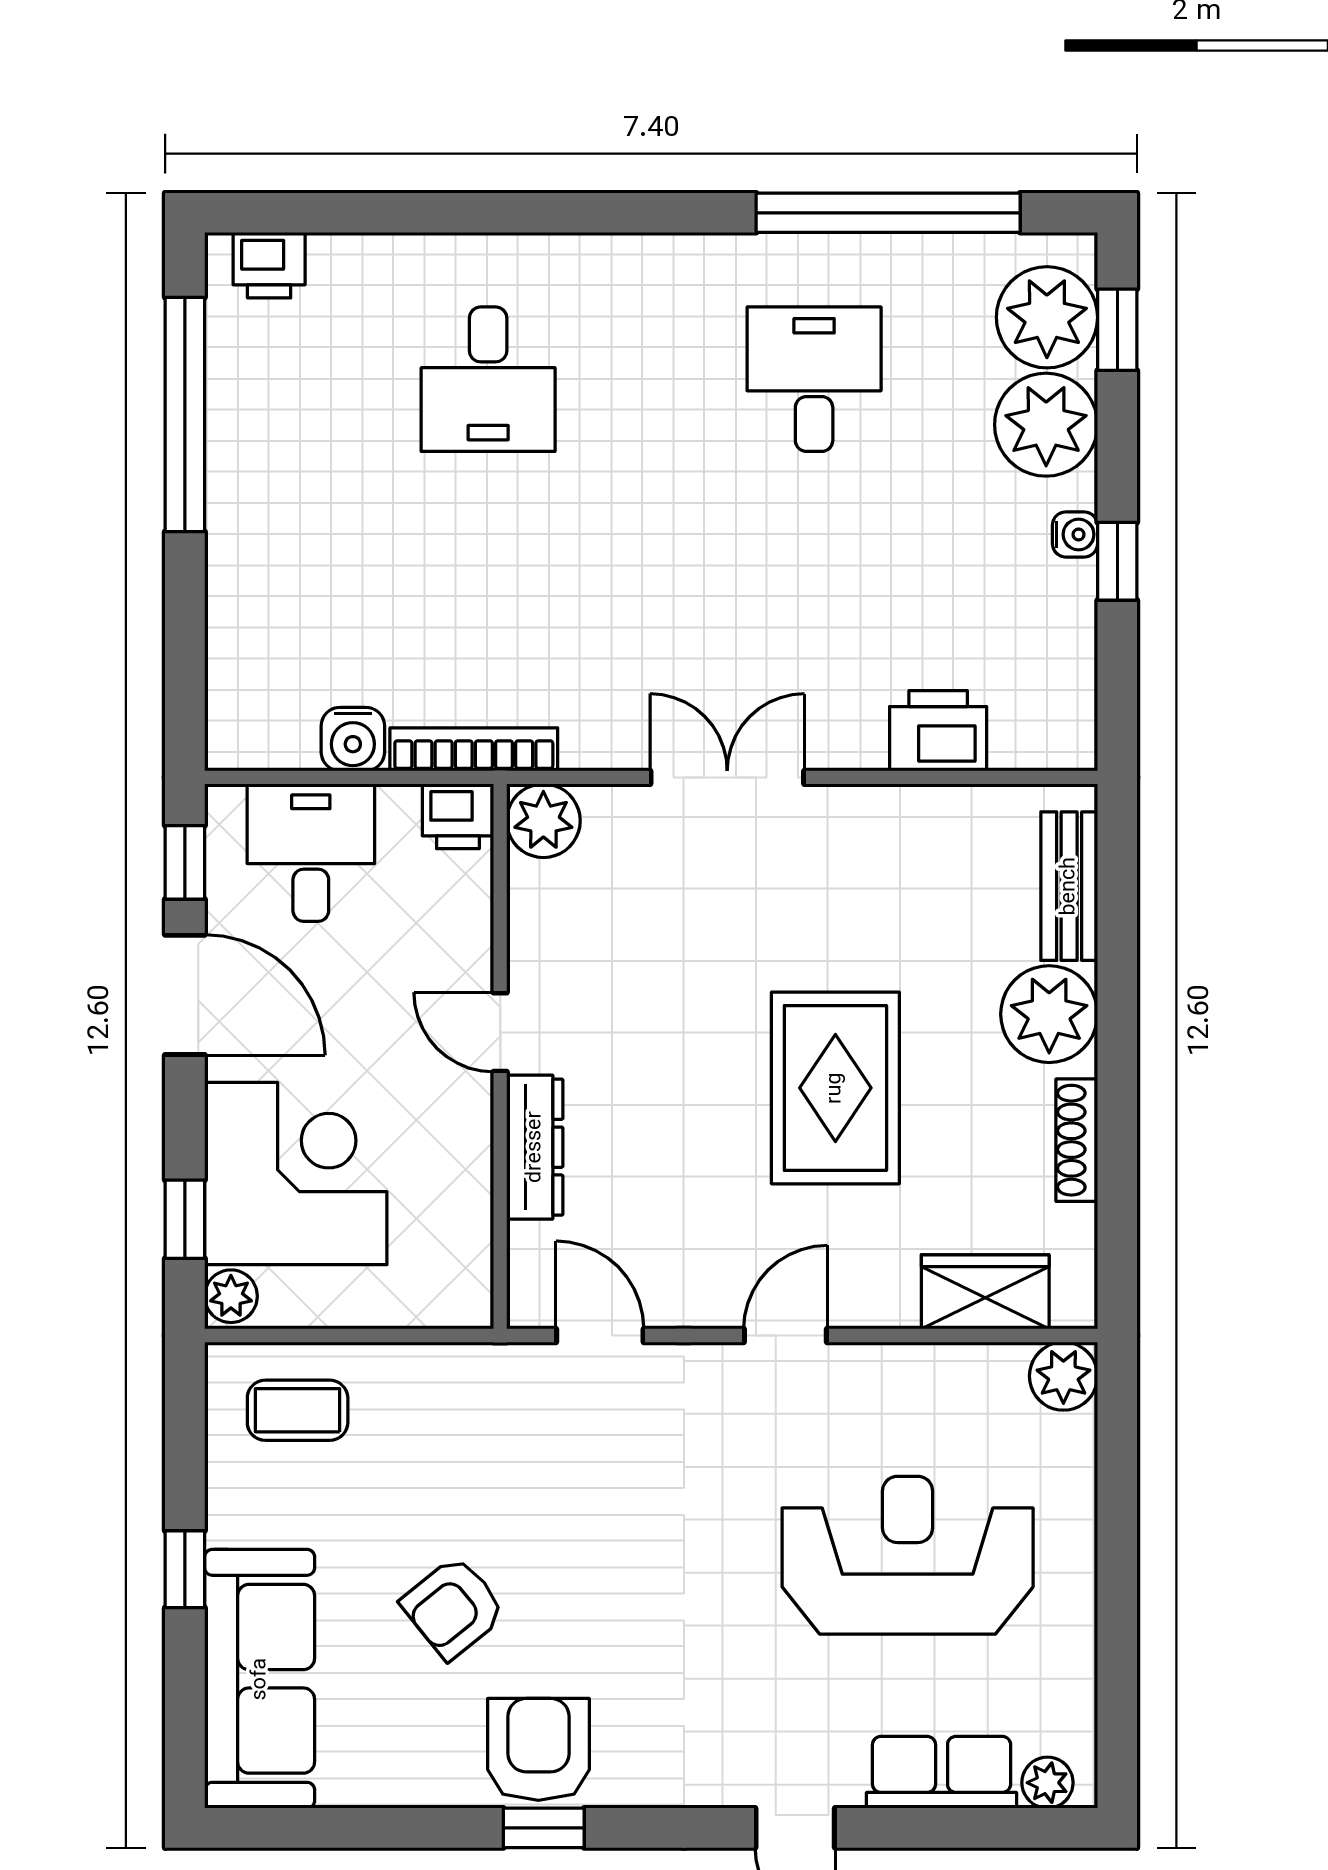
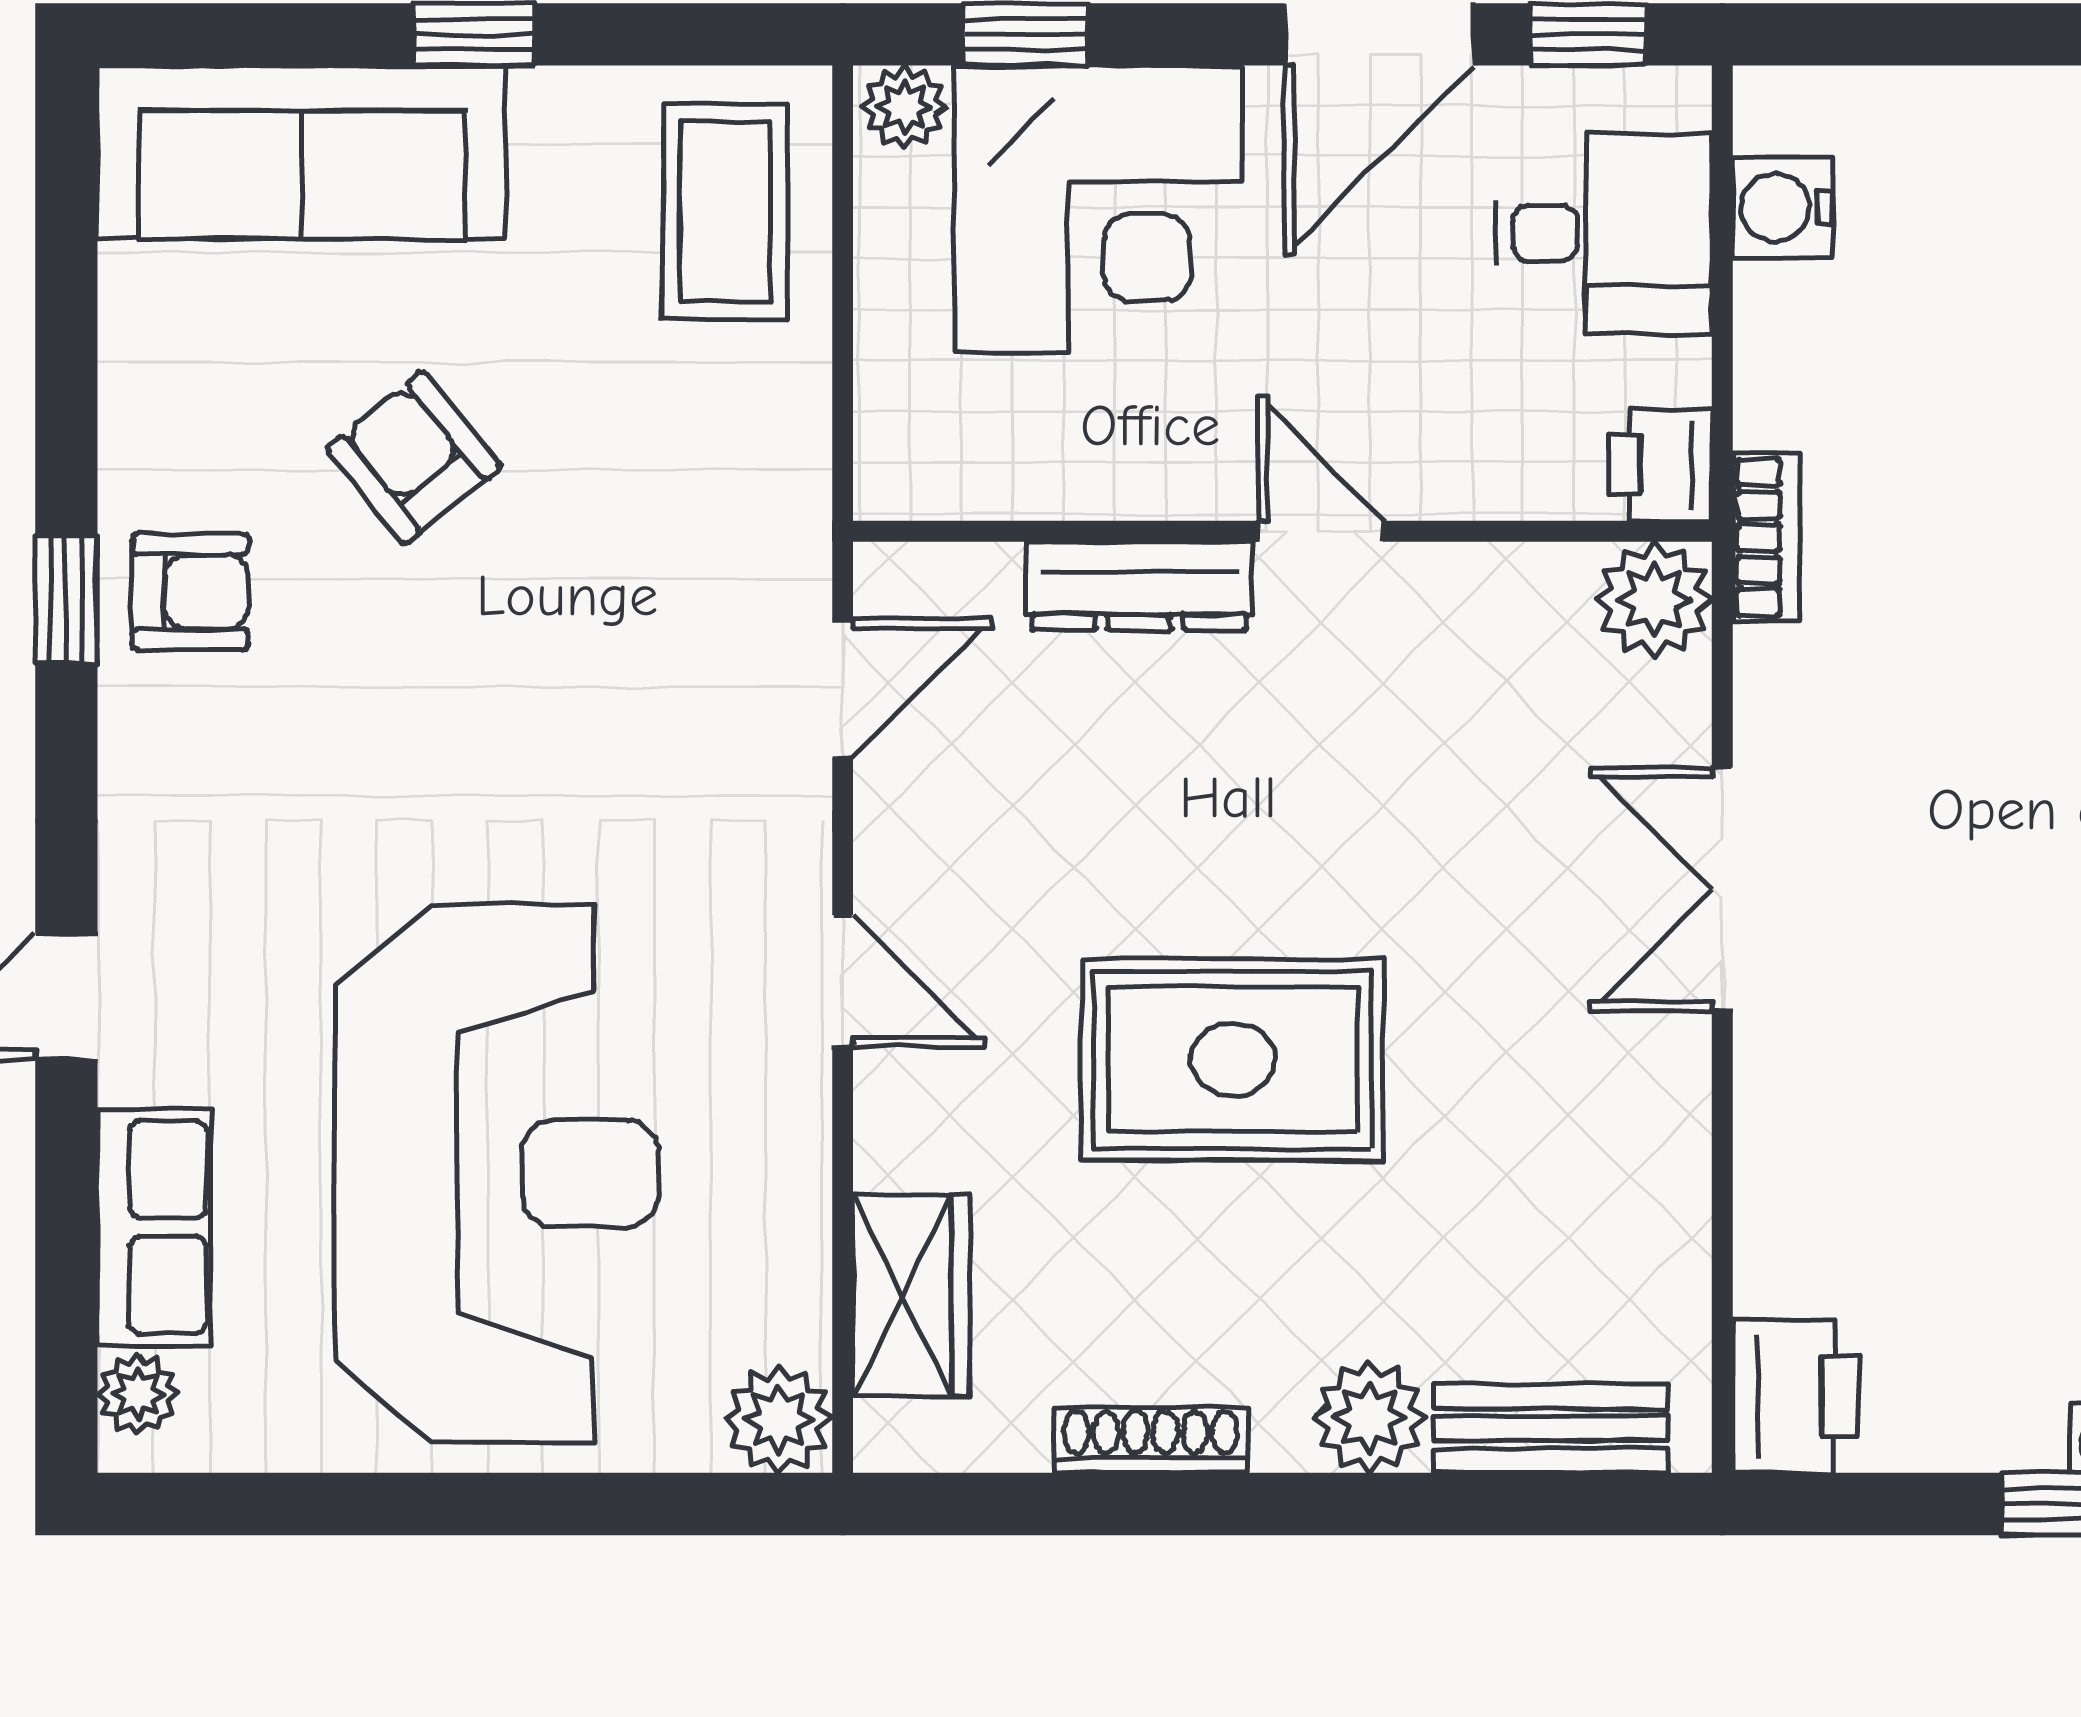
printer: (938, 731) -> (1796, 1396), moved
water cooler: (353, 739) -> (1783, 208), moved
bookcase: (474, 749) -> (1766, 537), width x0.64
double door: (727, 777) -> (1722, 889), swing flipped
plant: (1049, 1014) -> (1369, 1417), width x0.73, depth x0.73
door: (500, 1032) -> (1321, 531), hinge flipped
coffee table: (298, 1410) -> (725, 212), width x1.36, depth x1.30
reception desk: (908, 1555) -> (496, 1173), width x1.36, depth x1.30
armchair: (538, 1749) -> (190, 592), width x0.72, depth x0.72

